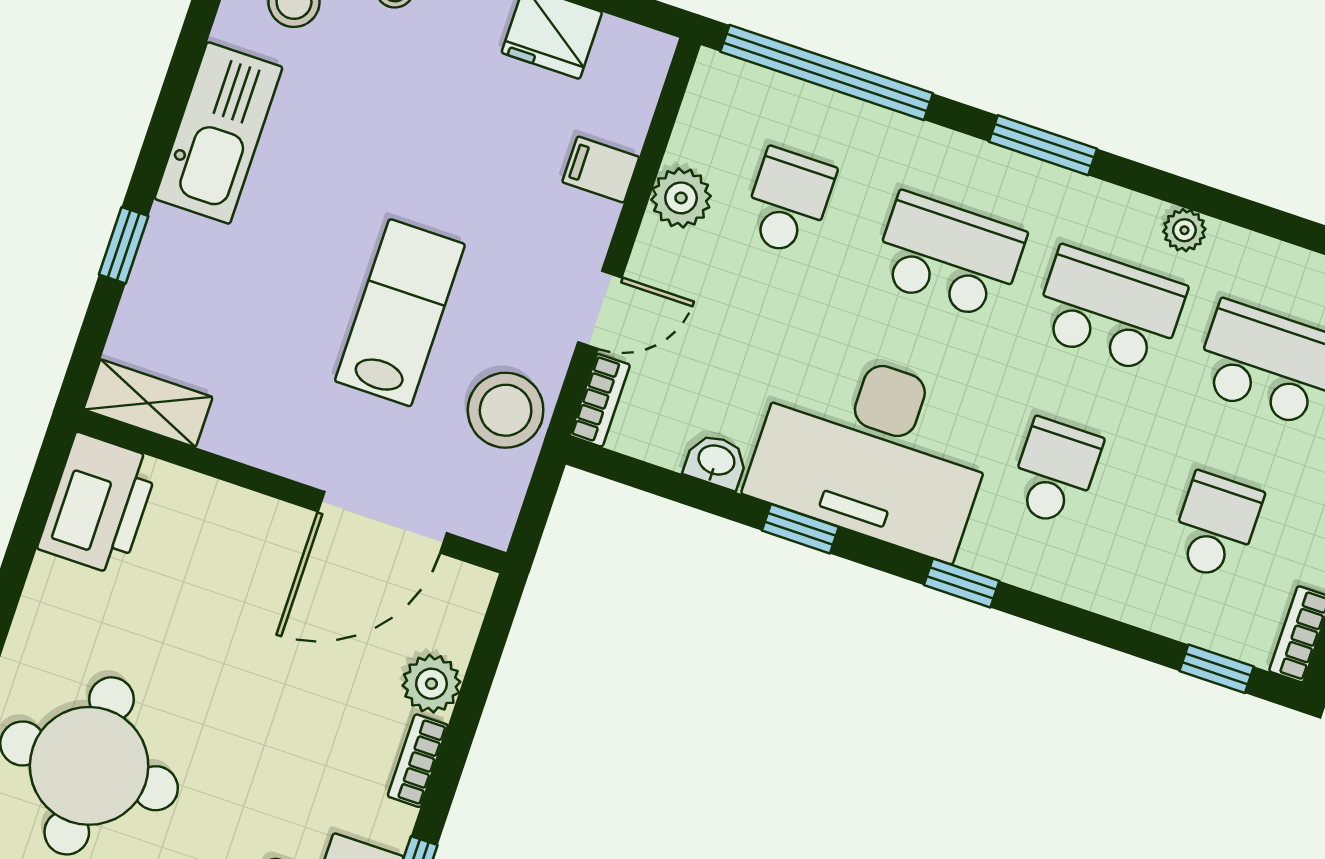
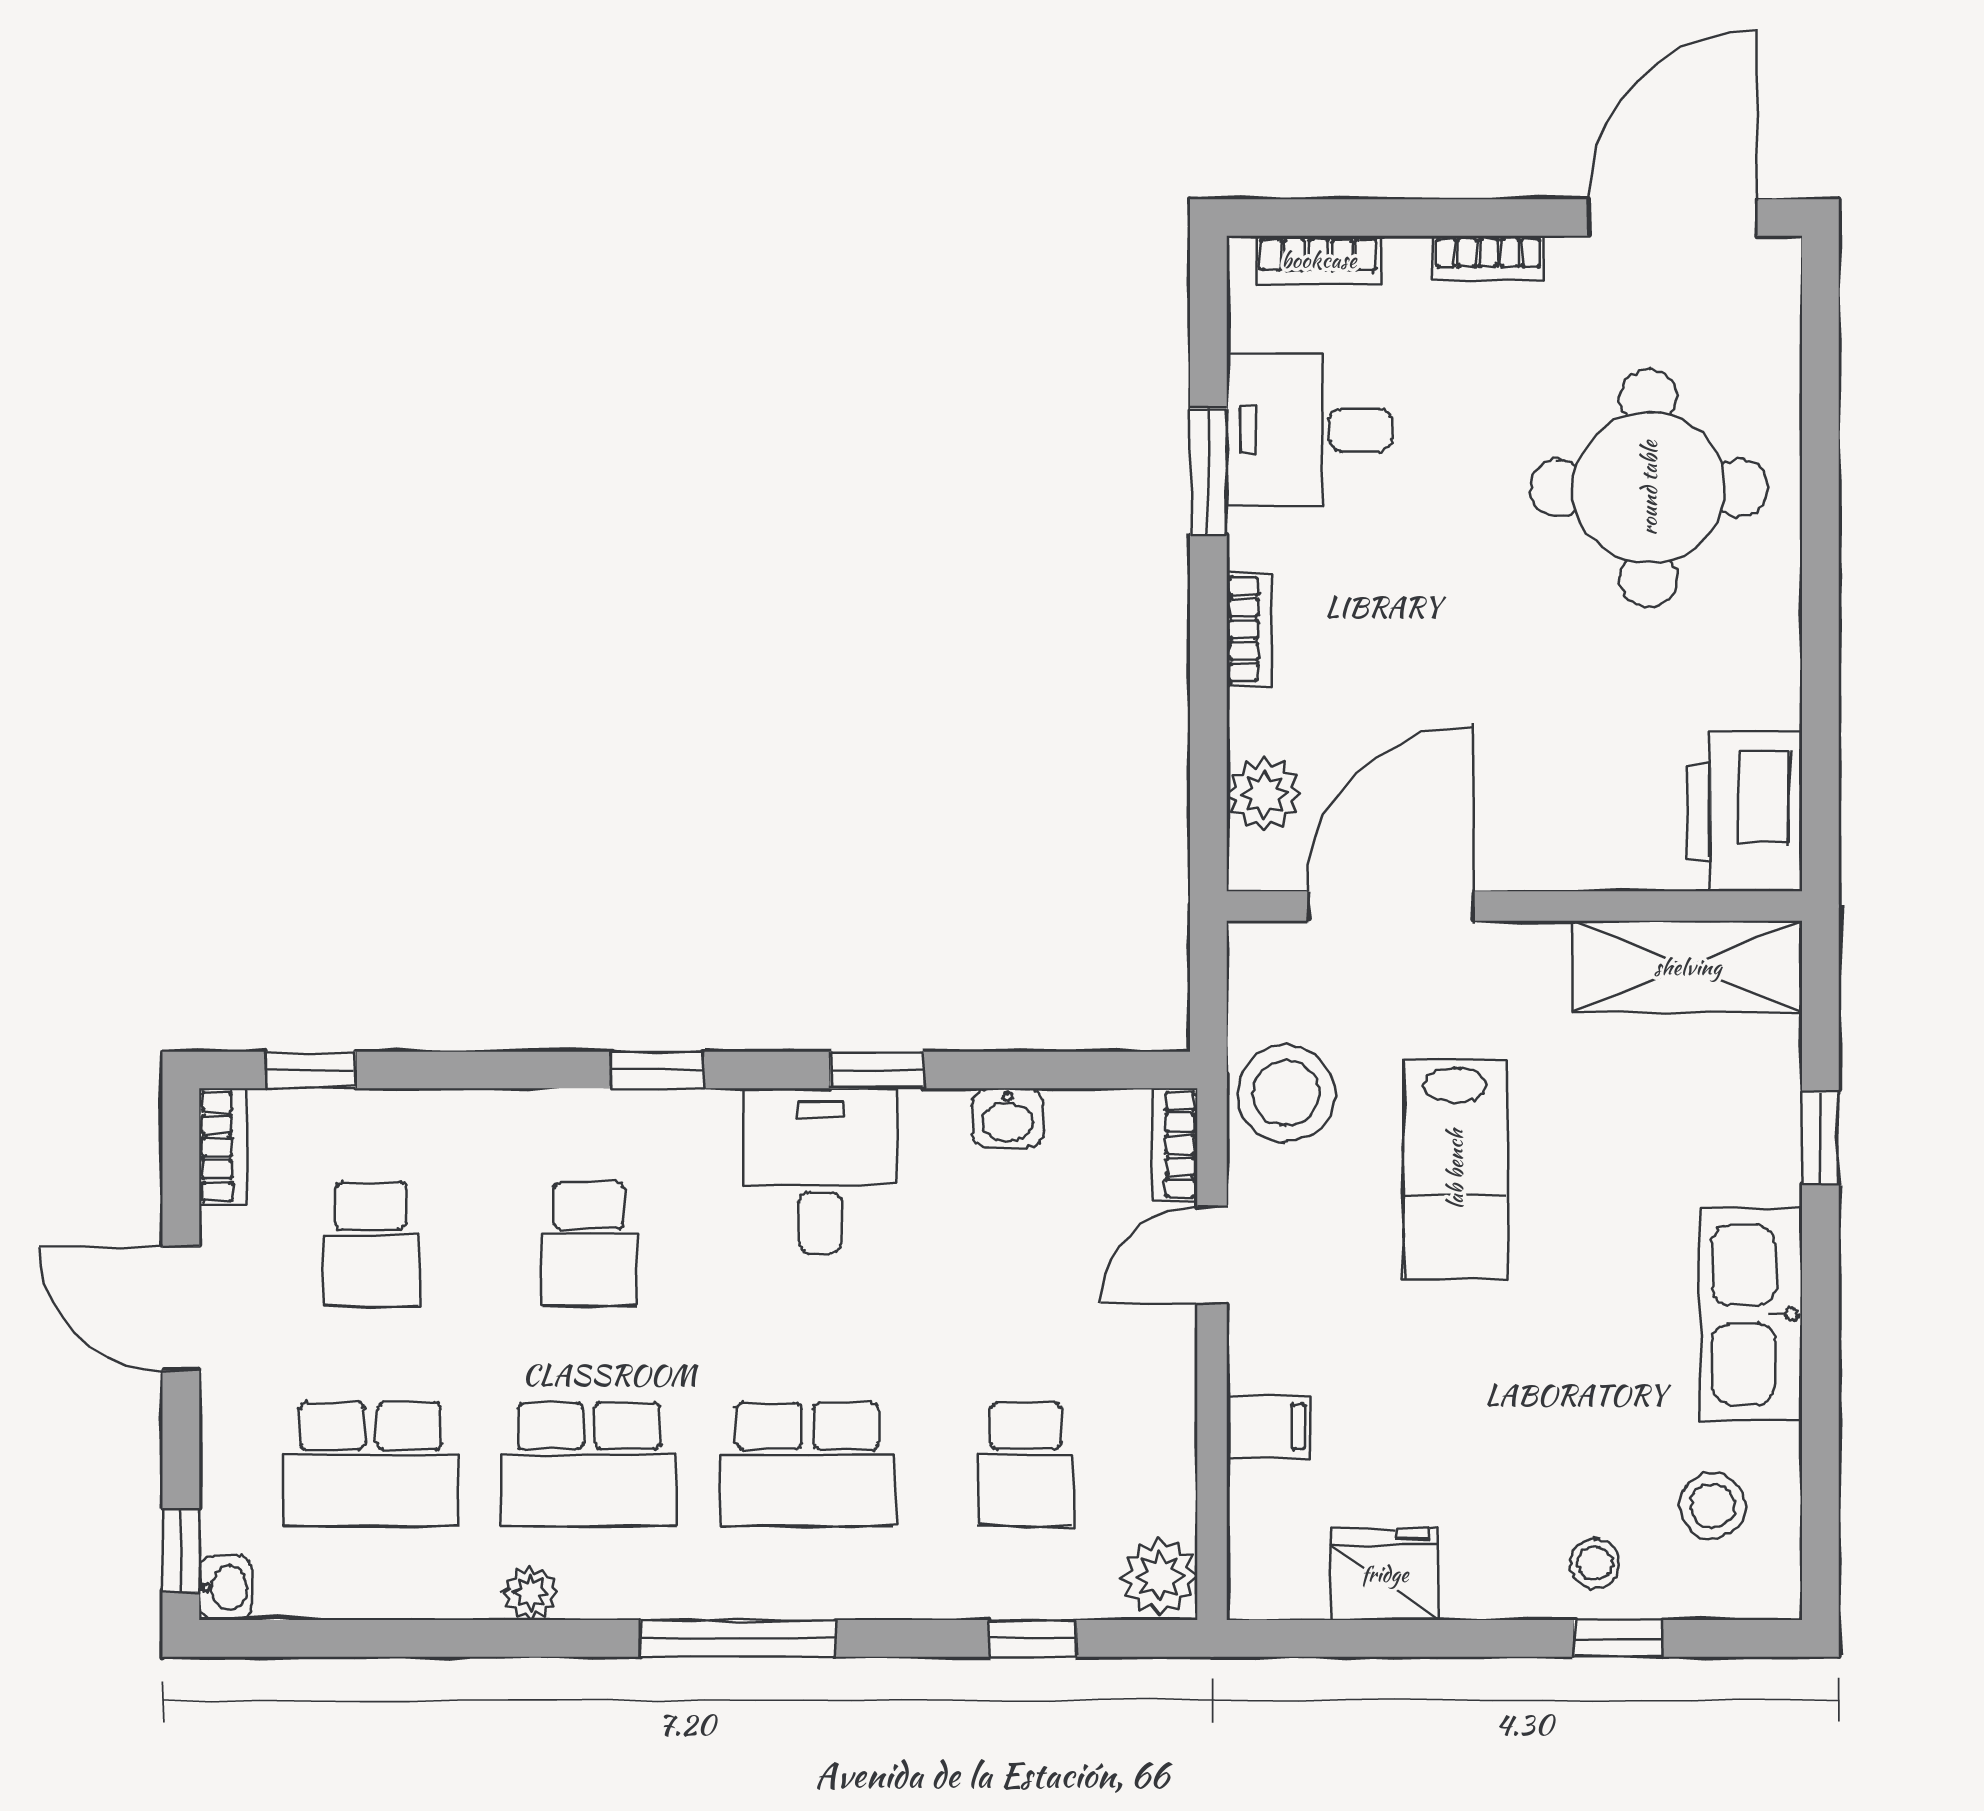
window: (827, 72) -> (1032, 1638), width x0.32
window: (1043, 145) -> (738, 1638), width x1.44
plant: (681, 198) -> (1159, 1577), moved
shelving: (148, 403) -> (1688, 967), width x1.50, depth x1.33
desk: (873, 450) -> (820, 1171), width x0.53, depth x0.77
plant: (431, 684) -> (1264, 794), moved

